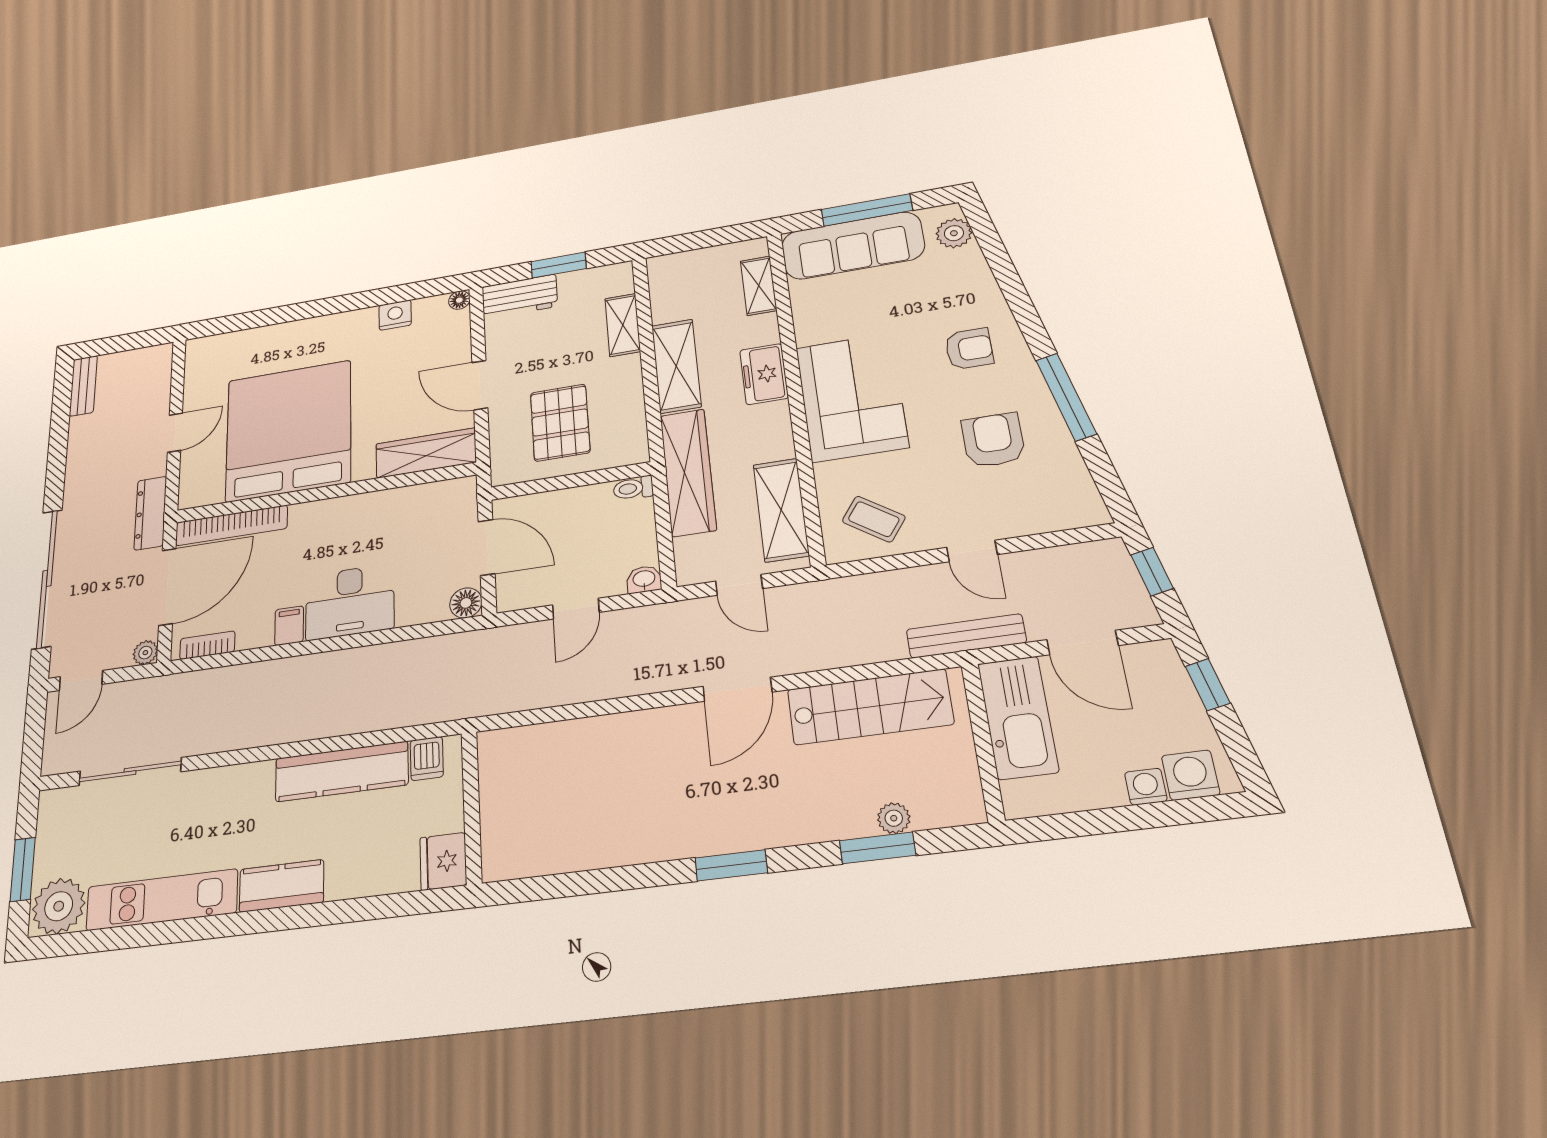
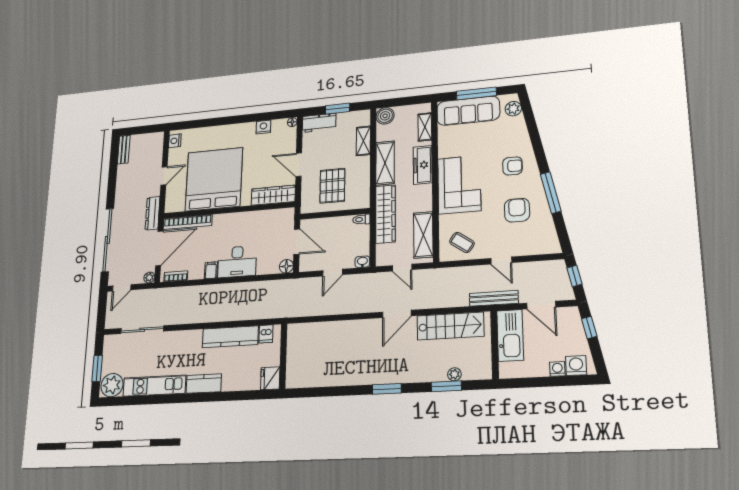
boiler: (667, 271) -> (385, 116), added
nightstand: (198, 359) -> (175, 141), added
freezer: (764, 374) -> (423, 165), width x1.40

